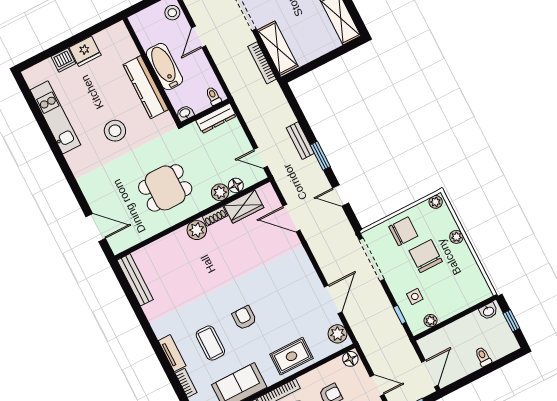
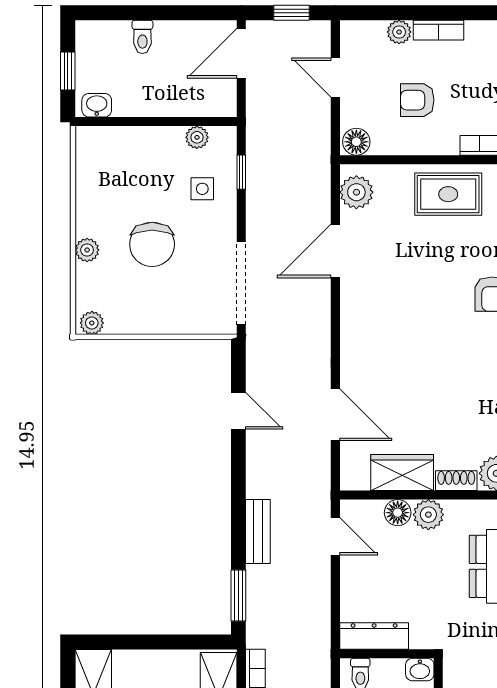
window: (320, 156) -> (238, 595), moved
chair: (403, 231) -> (167, 302), removed

